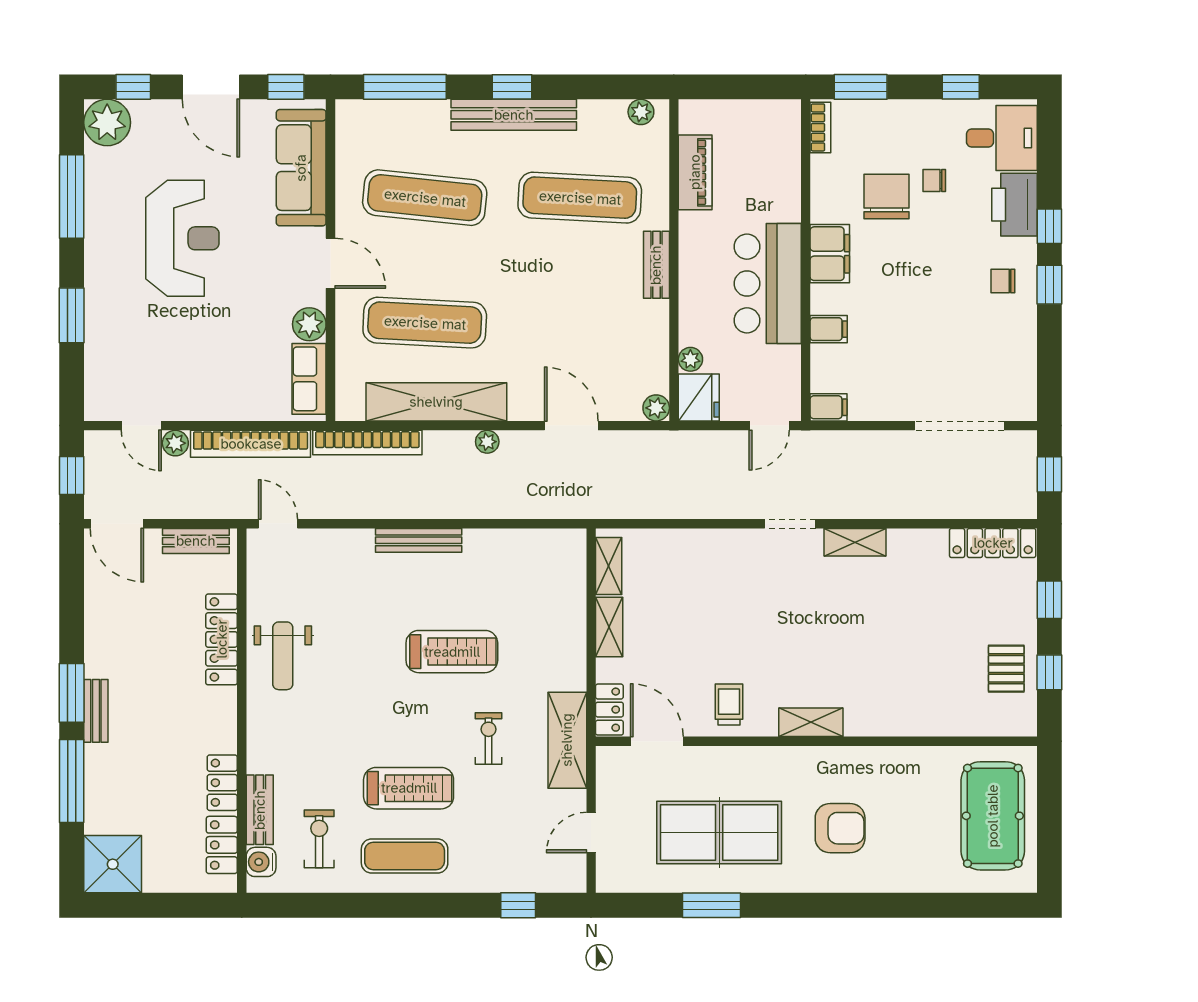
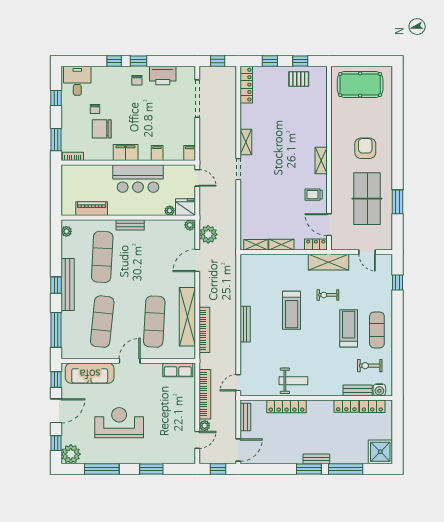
printer: (1014, 205) -> (163, 76), moved
plant: (309, 324) -> (155, 370), removed
plant: (487, 442) -> (208, 234), moved, width x1.88, depth x1.88
bookcase: (367, 443) -> (204, 330), moved
treadmill: (452, 652) -> (292, 310), turned 180
door: (657, 741) -> (329, 225), hinge flipped

